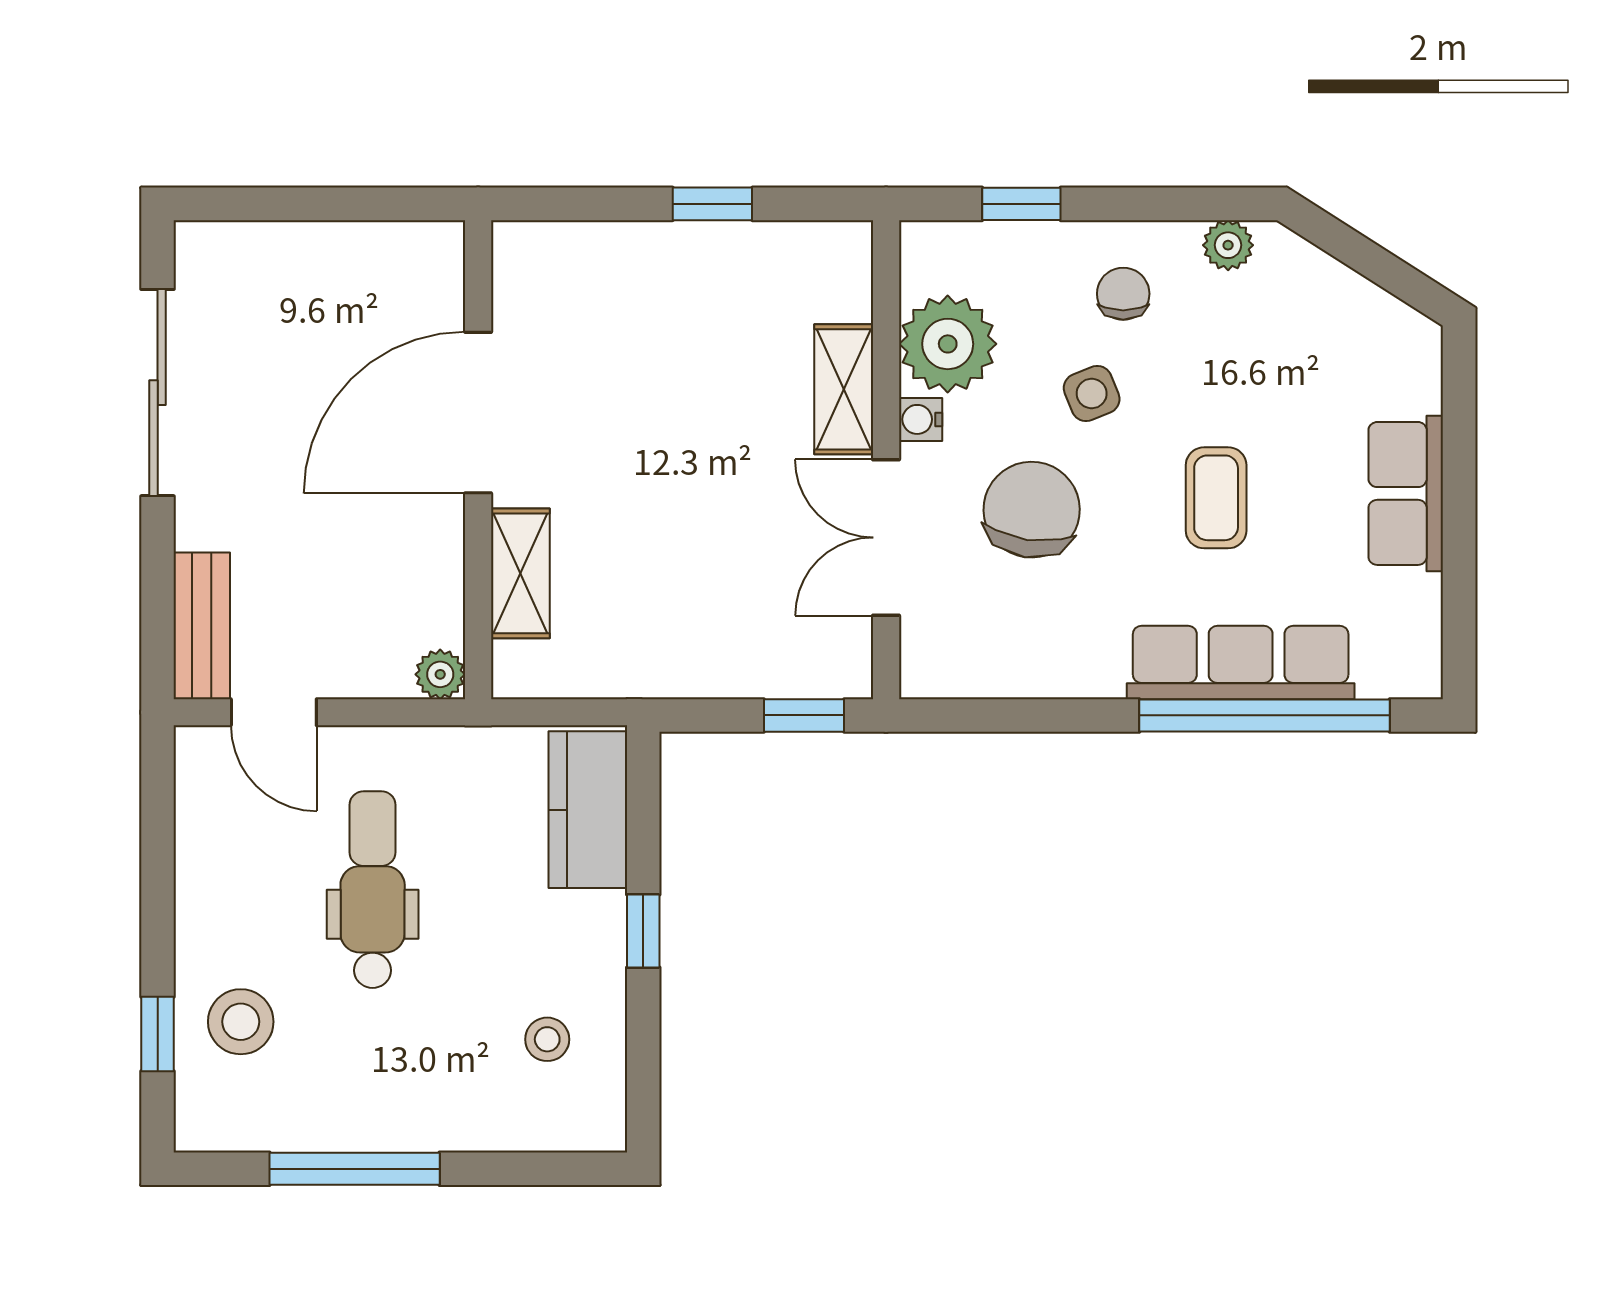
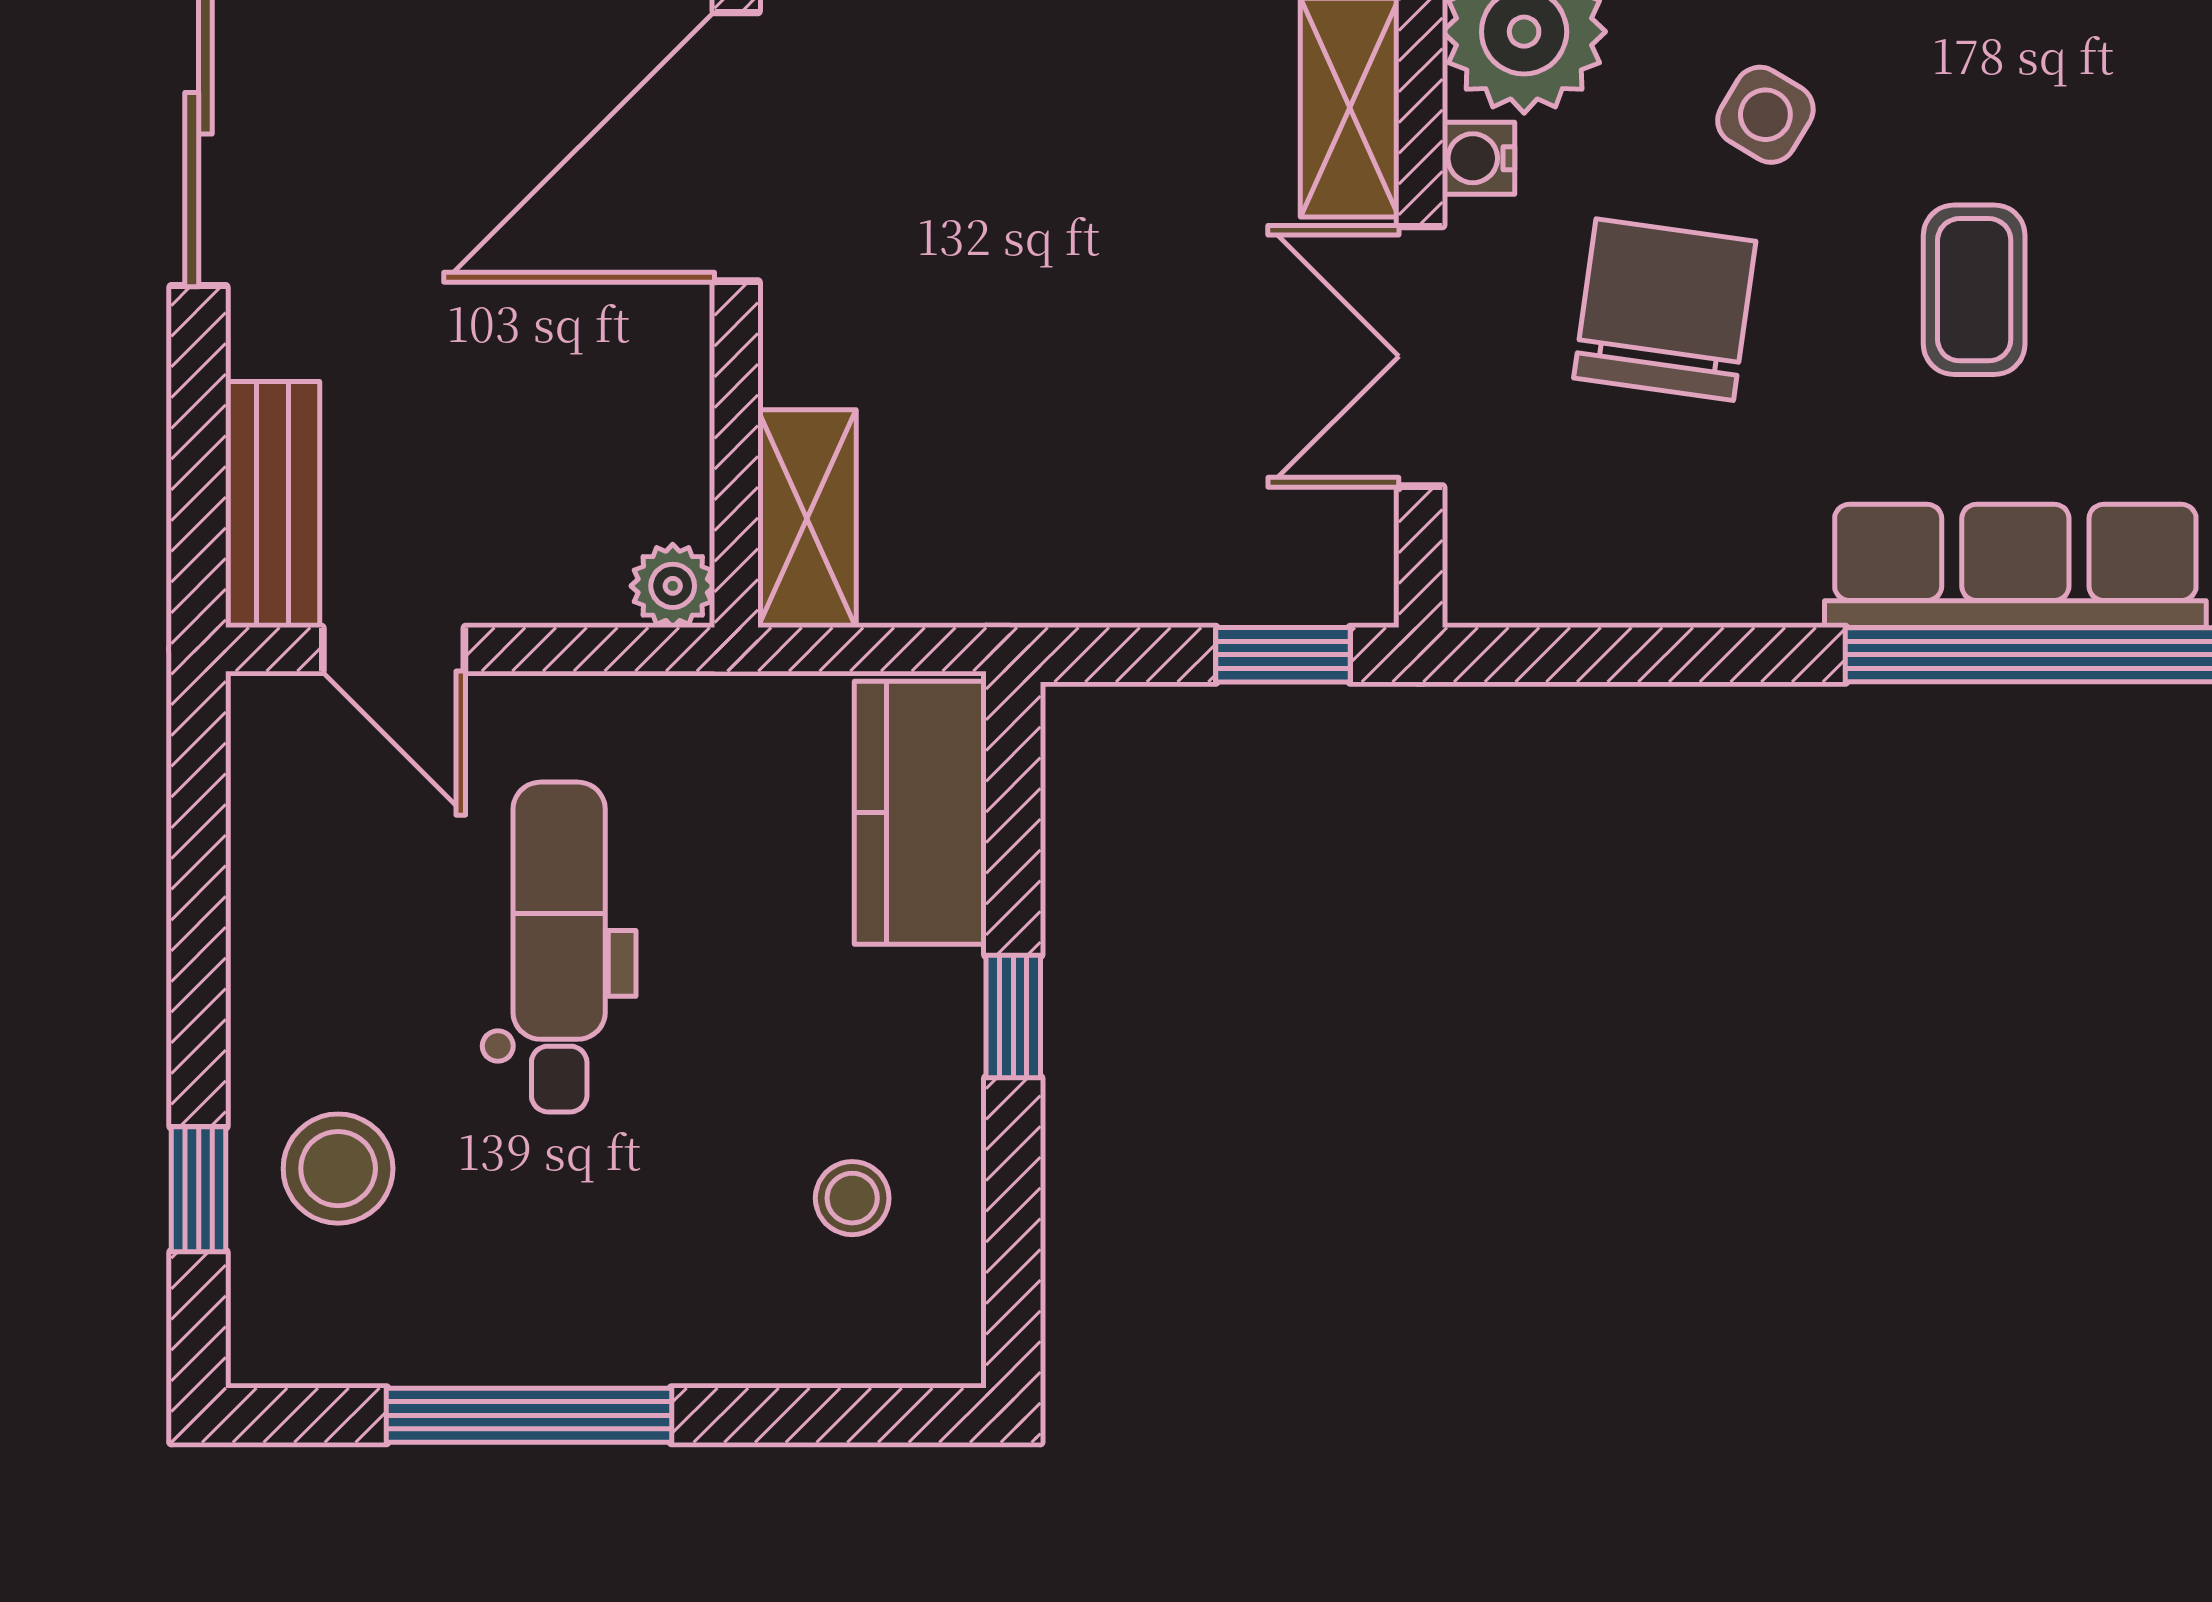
side table: (1092, 394) -> (1765, 115), turned -37
shelving: (520, 573) -> (807, 519), moved

